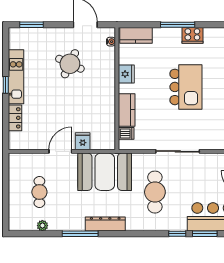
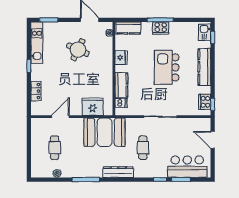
cooker: (192, 35) -> (161, 28), moved
kitchen unit: (16, 77) -> (37, 43), moved
kitchen island: (186, 87) -> (167, 67), turned 180
fridge: (83, 141) -> (93, 107), width x1.88, depth x1.34
door: (60, 151) -> (60, 117), moved
cafe table: (155, 192) -> (143, 148), width x0.73, depth x0.74
dresser: (105, 224) -> (118, 172), moved

